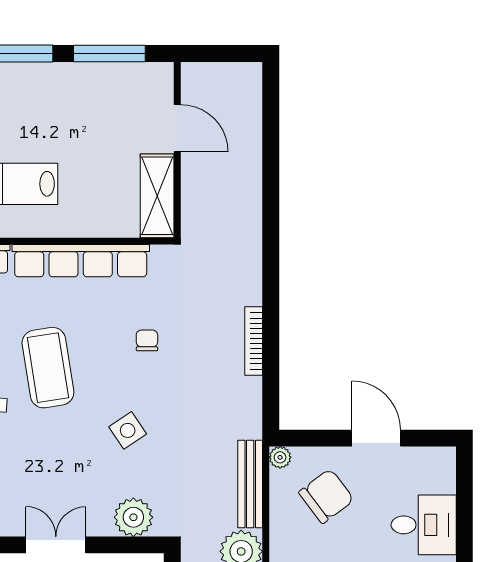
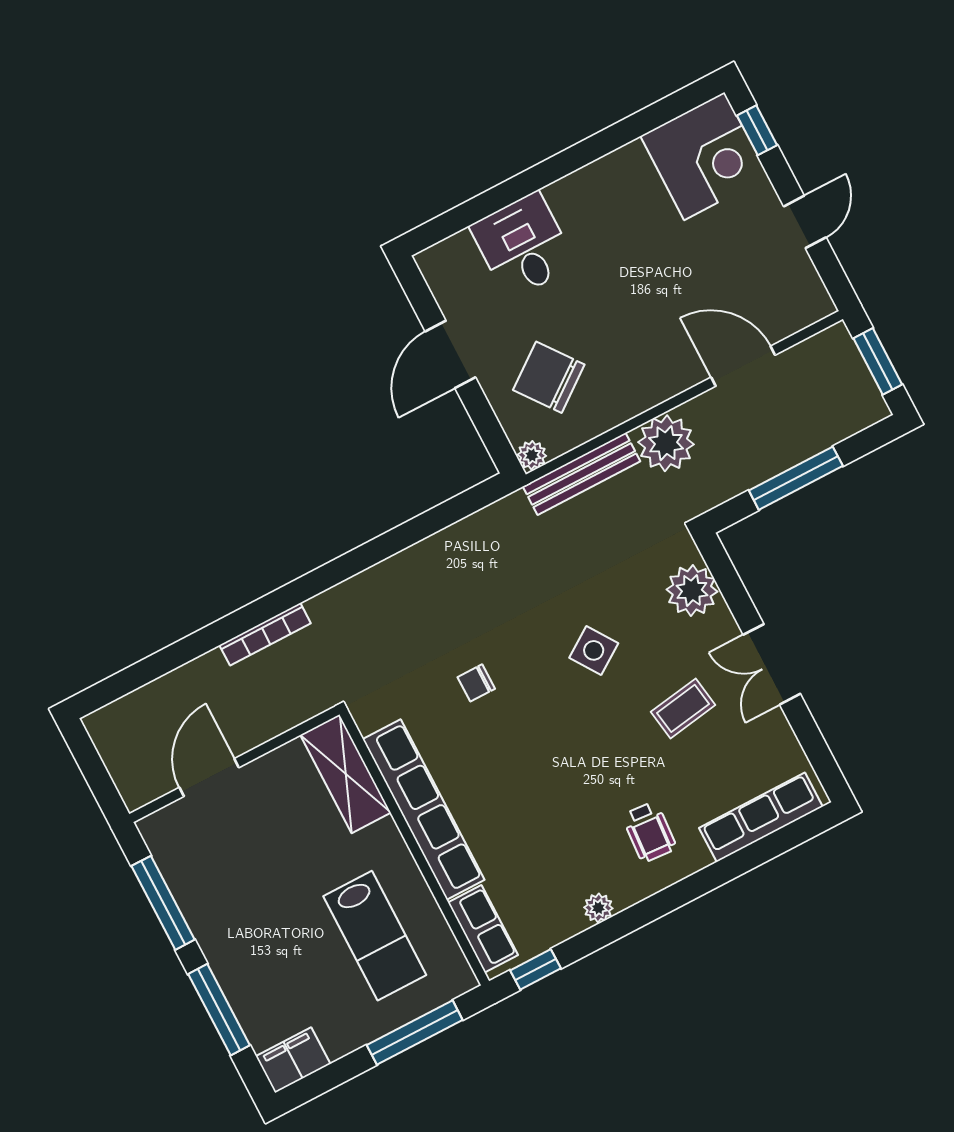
shelving: (157, 196) -> (346, 774), moved, turned 90
bookcase: (254, 341) -> (265, 634), moved
coffee table: (48, 368) -> (683, 708), moved, width x0.54, depth x0.58

